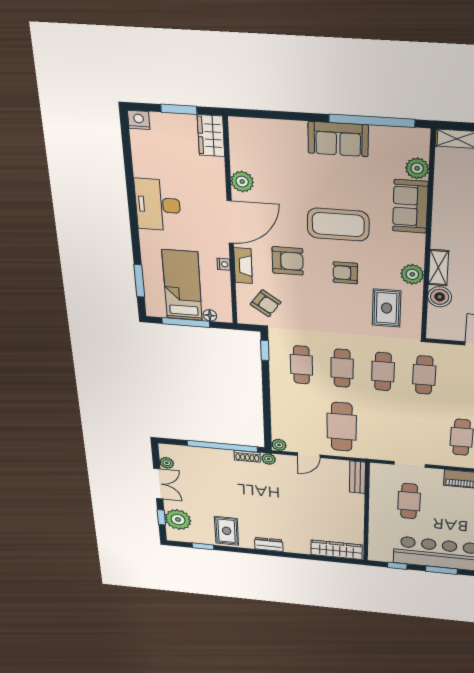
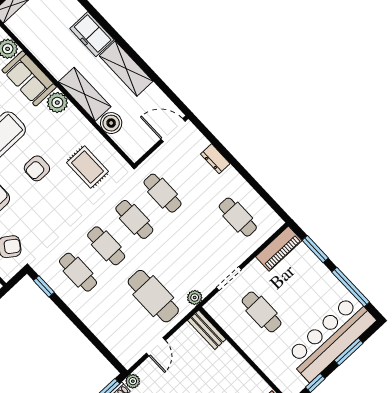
shelving: (438, 268) -> (85, 94), width x1.50, depth x1.33
plant: (412, 274) -> (57, 103), moved
plant: (279, 445) -> (195, 297), moved

